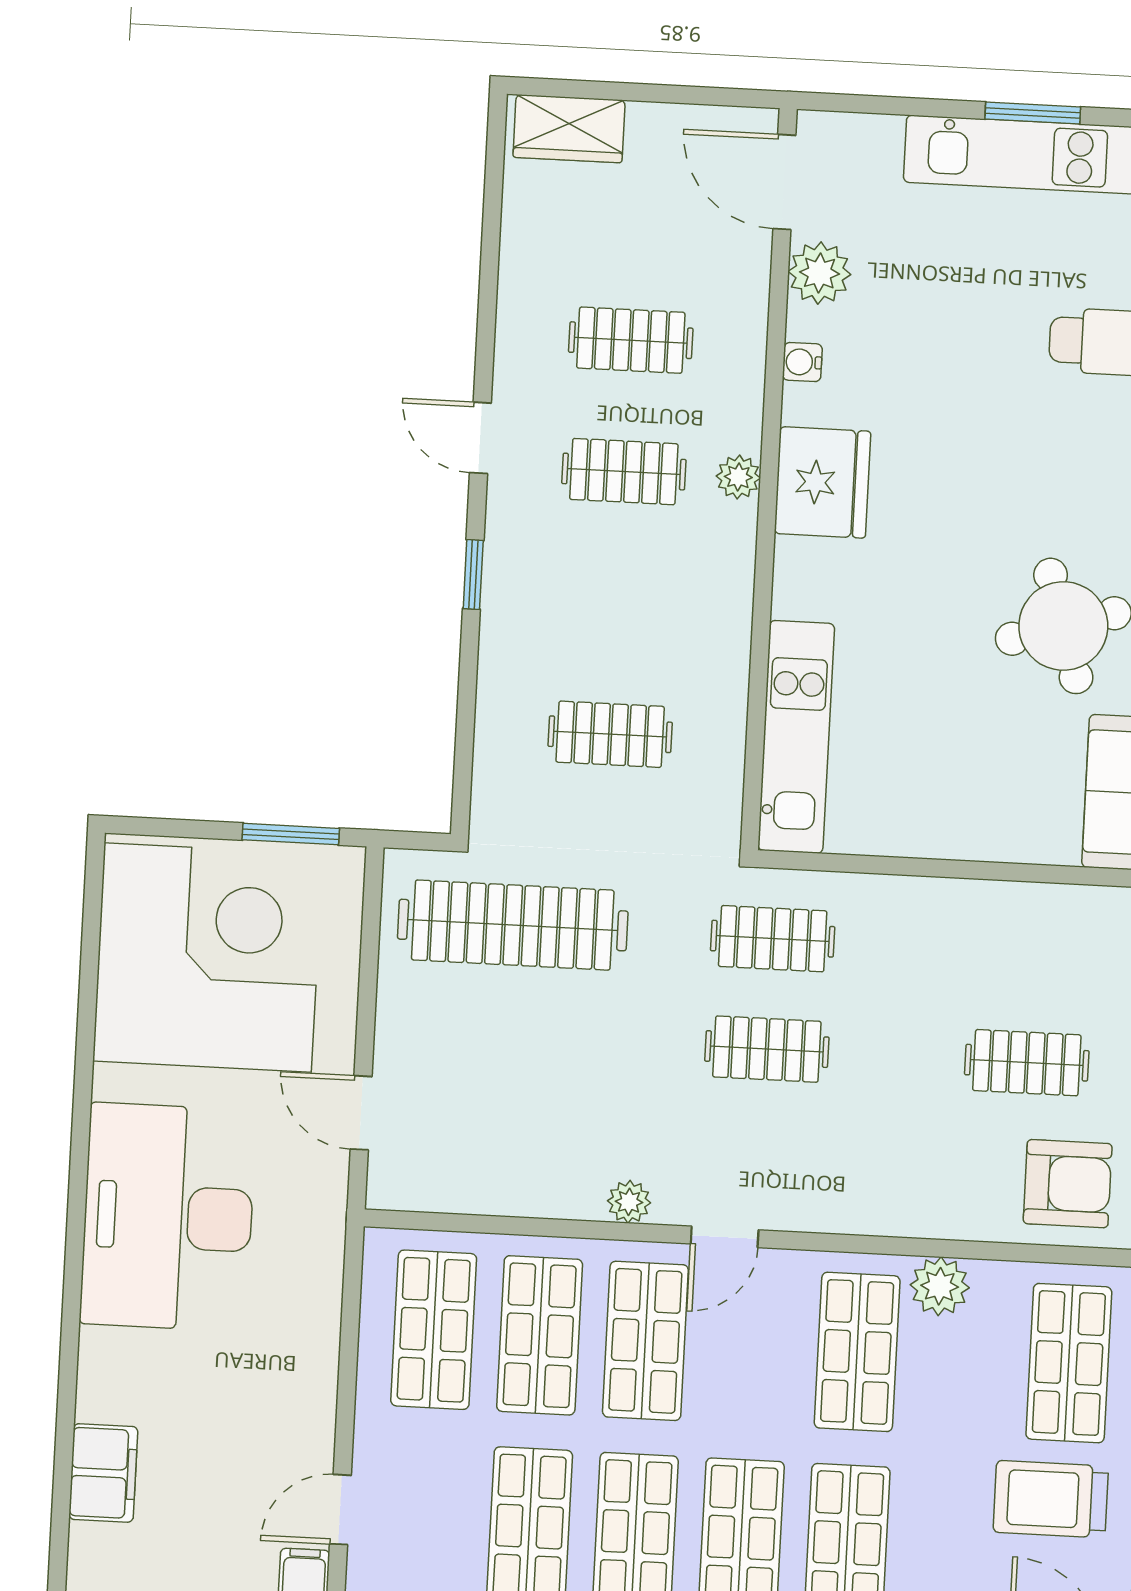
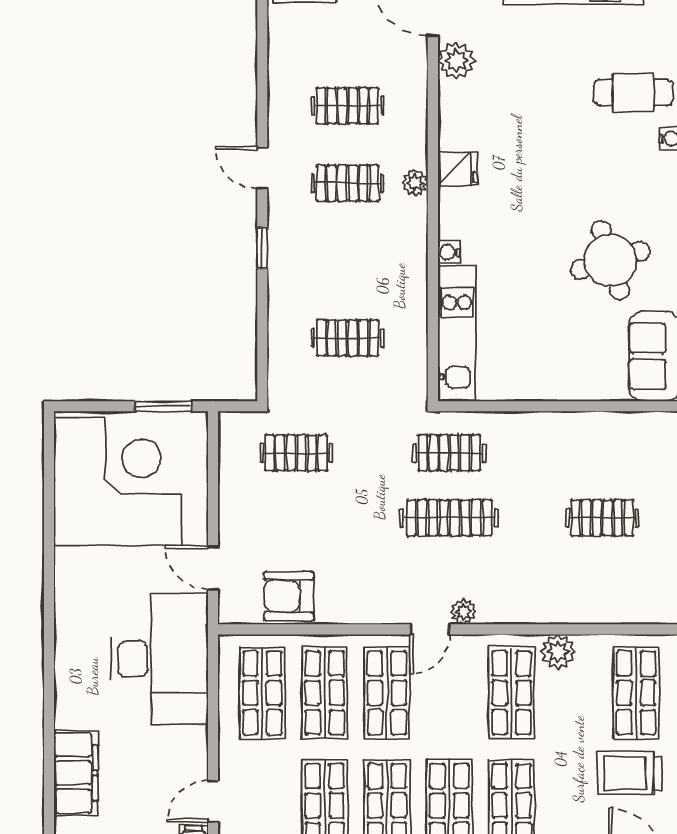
water cooler: (802, 362) -> (449, 252), moved
fridge: (823, 482) -> (458, 169), width x0.53, depth x0.75
clothes rail: (513, 925) -> (296, 453), width x0.54, depth x0.76
clothes rail: (767, 1049) -> (449, 518), width x1.36
armchair: (1068, 1184) -> (289, 596), moved, turned 180
plant: (629, 1202) -> (463, 612), moved
desk: (168, 1217) -> (159, 659), moved, turned 180
filing cabinet: (103, 1473) -> (76, 773), width x1.50, depth x1.17

